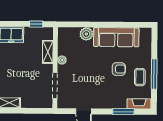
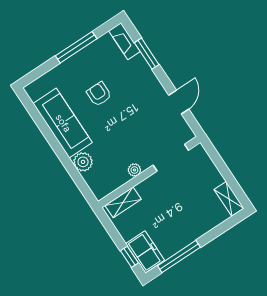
window: (36, 24) -> (129, 257), moved
shelving: (48, 52) -> (123, 202), moved
coffee table: (140, 77) -> (91, 62), removed

